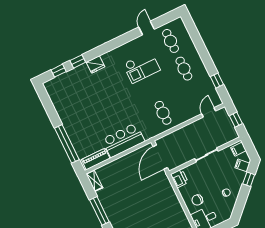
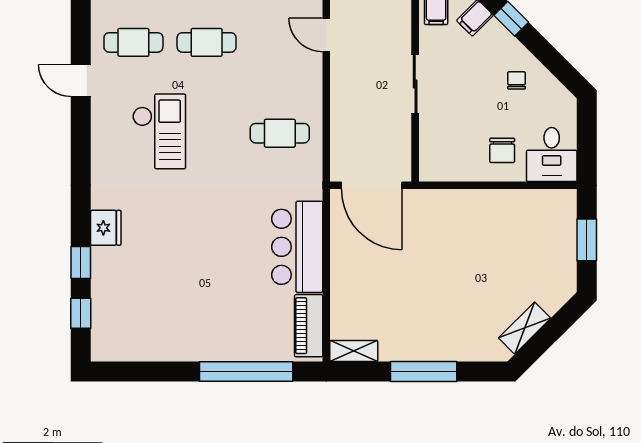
printer: (179, 178) -> (437, 166), removed

